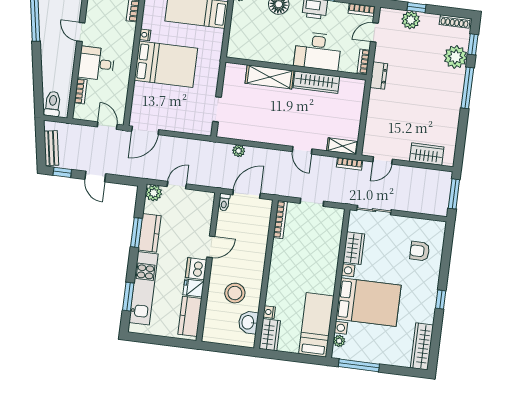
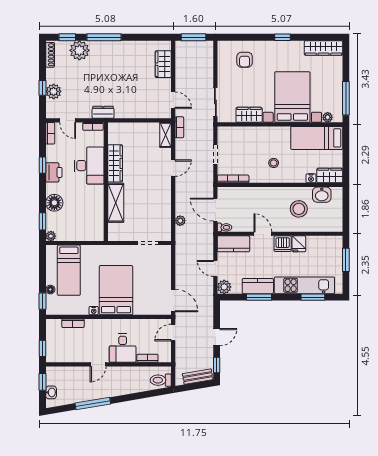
stool: (293, 270) -> (274, 163), added
kitchen counter: (190, 316) -> (233, 244), moved
window: (167, 341) -> (346, 260), added

